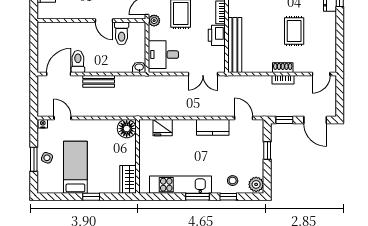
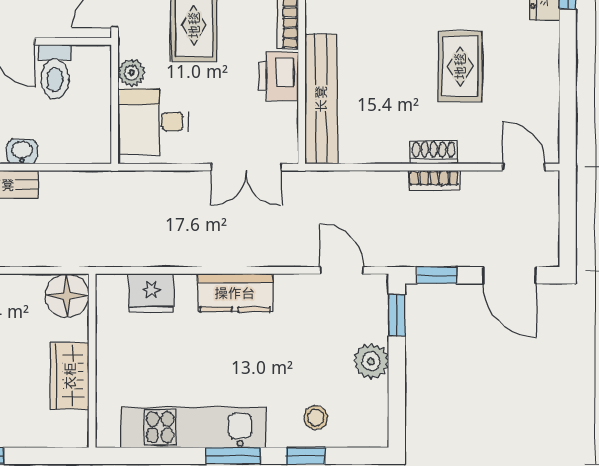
plant: (154, 21) -> (131, 73), moved
washbasin: (139, 67) -> (22, 152), moved
door: (321, 74) -> (524, 167), swing flipped
kitchen counter: (213, 127) -> (235, 293), moved
window: (267, 150) -> (397, 315), moved
wardrobe: (128, 179) -> (70, 376), moved
plant: (256, 184) -> (371, 361), moved

